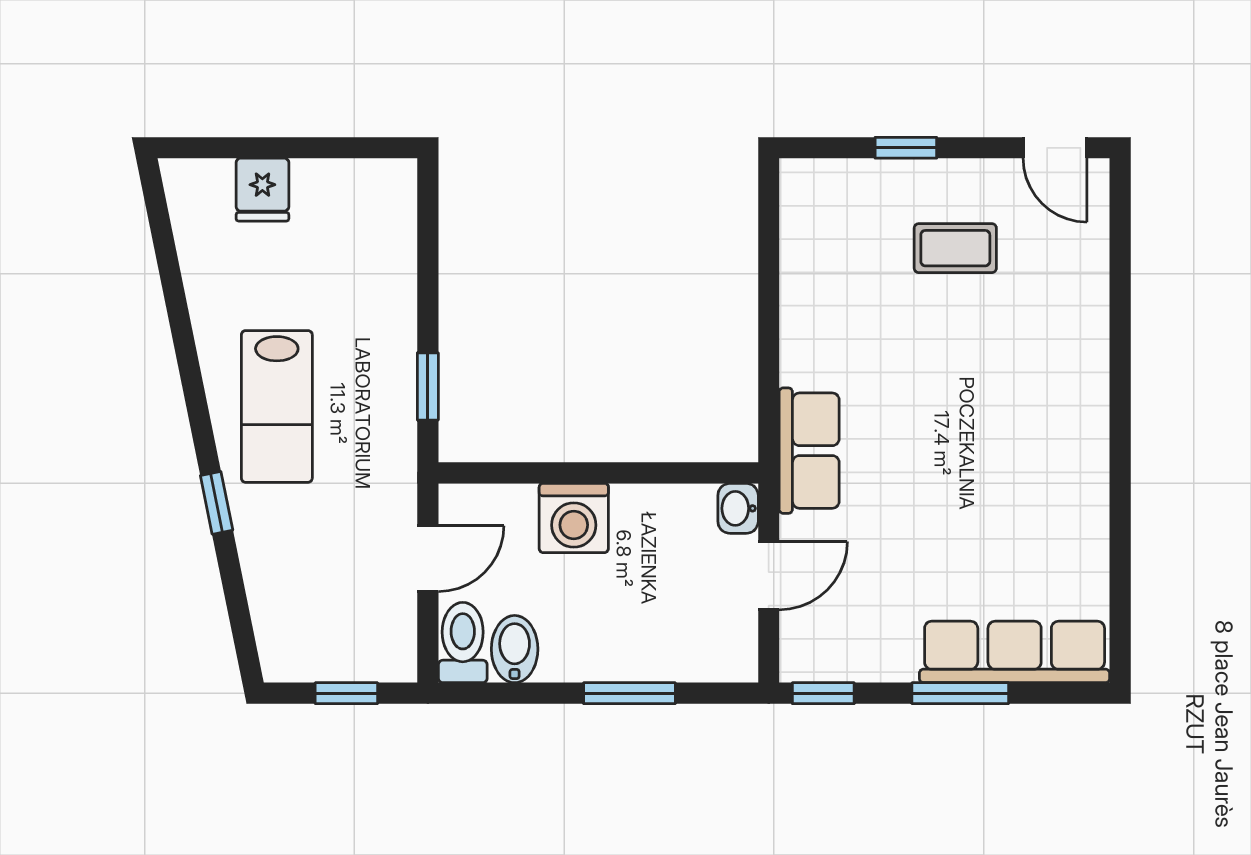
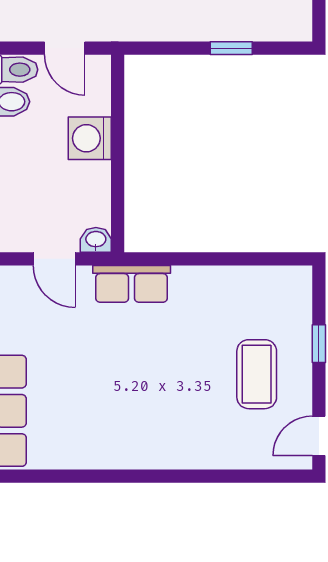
coffee table: (955, 248) -> (257, 374), width x1.36, depth x1.30
window: (428, 386) -> (231, 48), moved

